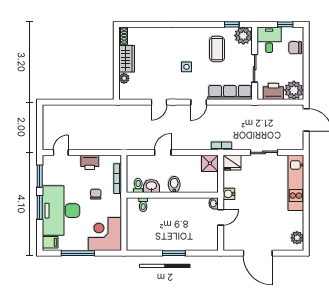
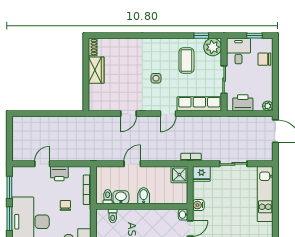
plant: (124, 78) -> (94, 90), removed
plant: (294, 90) -> (268, 106), width x0.53, depth x0.53
door: (61, 152) -> (42, 164), moved

